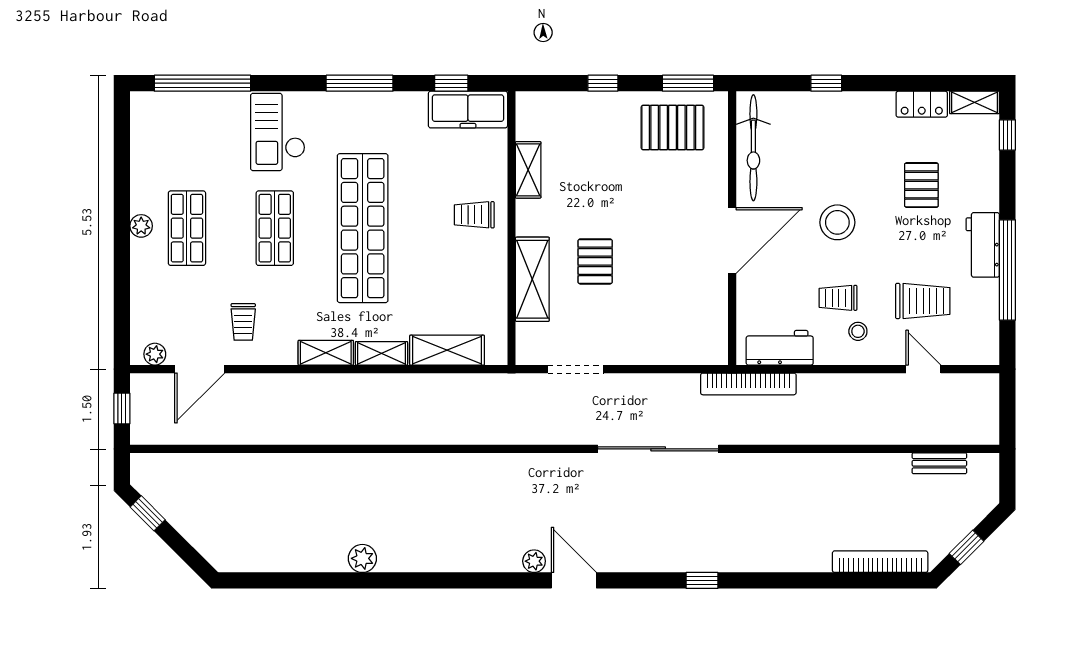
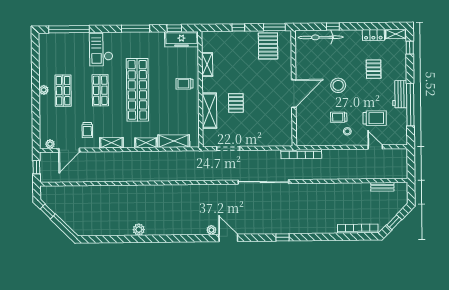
pallet: (673, 127) -> (268, 46), turned 90
bicycle: (753, 148) -> (321, 37), moved, turned 90
workbench: (780, 348) -> (314, 139), removed
shelving: (326, 353) -> (111, 143), moved

